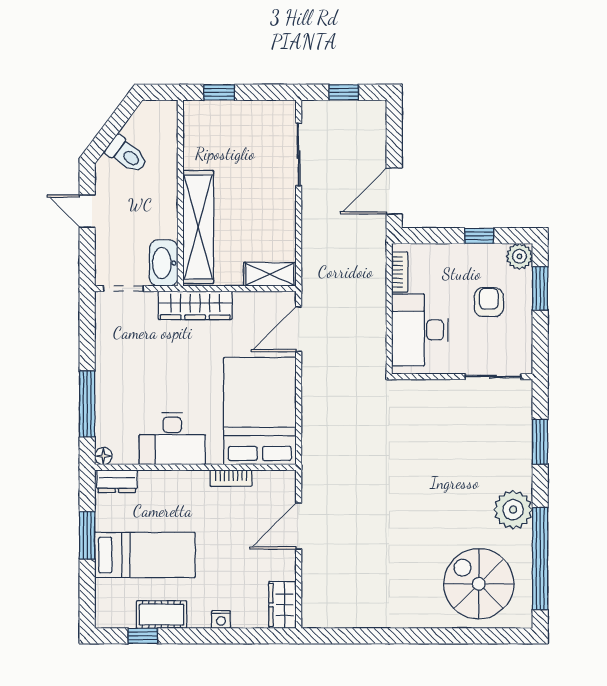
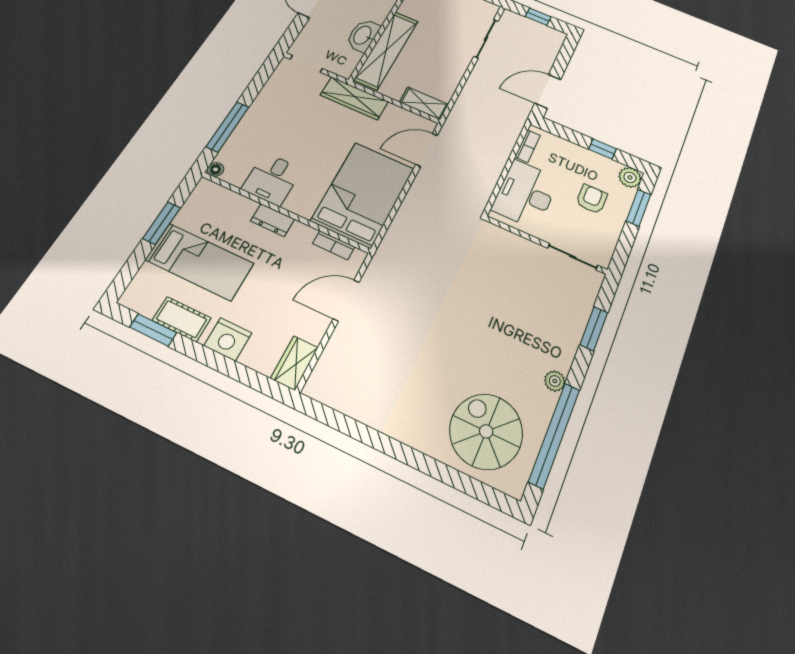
washbasin: (164, 263) -> (363, 35), moved
desk: (172, 439) -> (272, 179), width x0.73
bookcase: (231, 478) -> (334, 245), moved
dresser: (117, 481) -> (273, 220), moved
plant: (513, 510) -> (555, 381), width x0.53, depth x0.53
nightstand: (221, 619) -> (228, 339), width x1.89, depth x1.79
window: (143, 636) -> (153, 330), width x1.50

